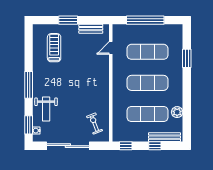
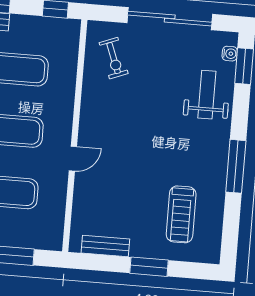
door: (111, 48) -> (73, 159), moved
window: (29, 85) -> (236, 166), moved

